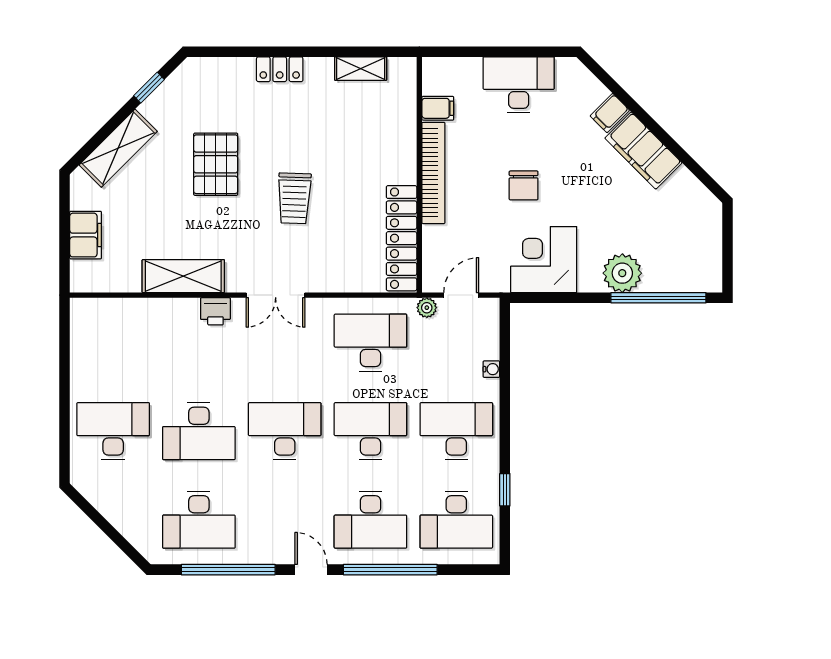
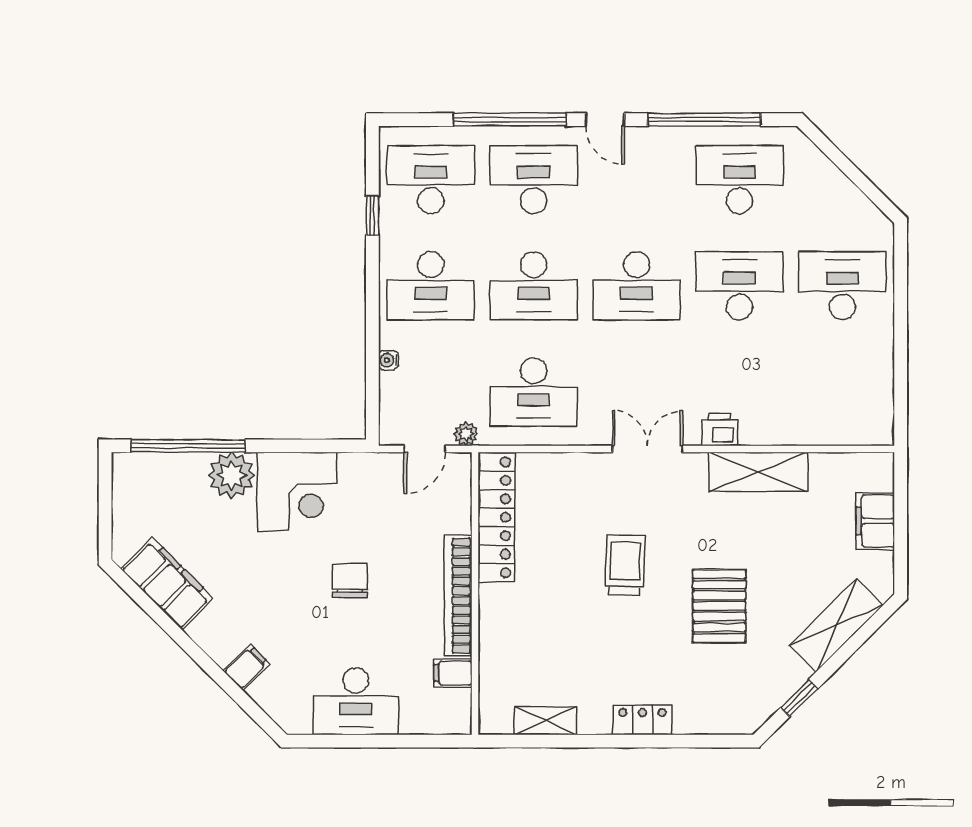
filing cabinet: (643, 151) -> (167, 583), moved
corner desk: (544, 260) -> (297, 492), moved
desk: (113, 431) -> (842, 286), turned 180

